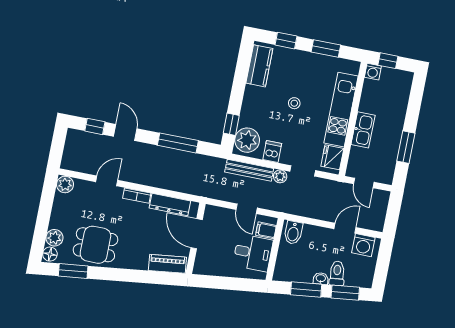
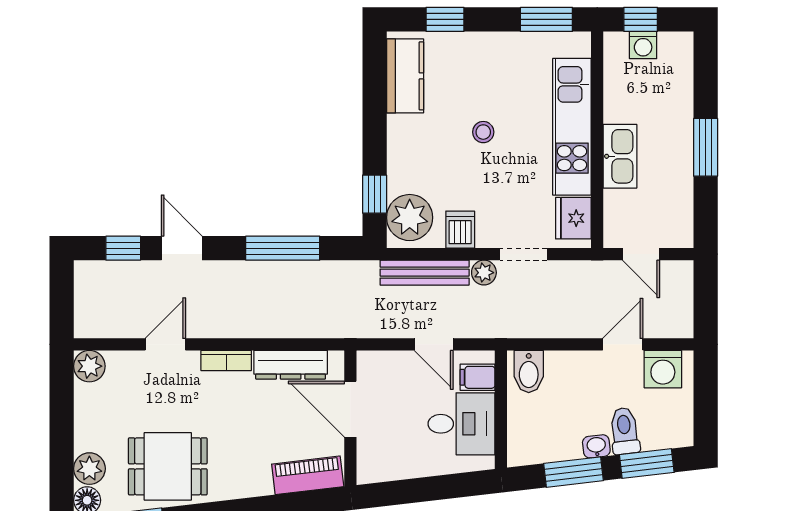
window: (326, 48) -> (546, 19), moved
washing machine: (373, 72) -> (643, 45), moved
window: (406, 147) -> (706, 147), moved

